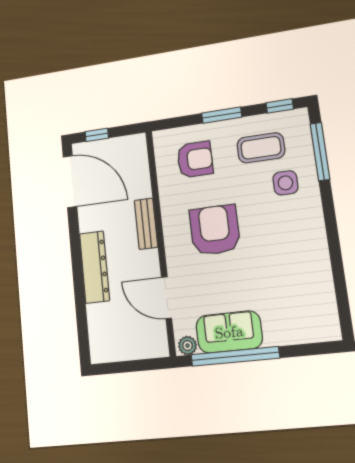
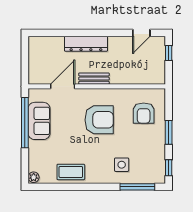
coffee table: (261, 148) -> (71, 172), moved, turned 90
door: (70, 182) -> (141, 33), width x0.53
bench: (146, 224) -> (94, 79), moved
plant: (188, 346) -> (34, 177), moved

